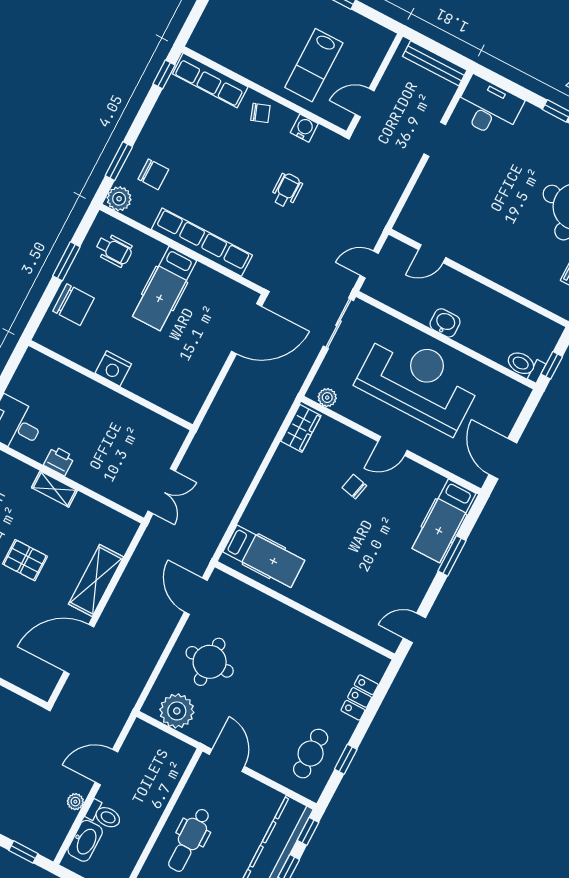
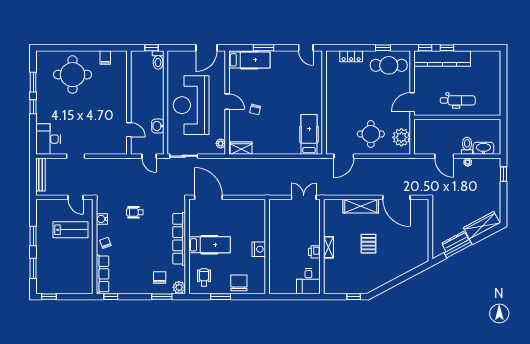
washbasin: (445, 323) -> (158, 126), moved
cafe table: (311, 754) -> (389, 65), width x1.37, depth x1.35

